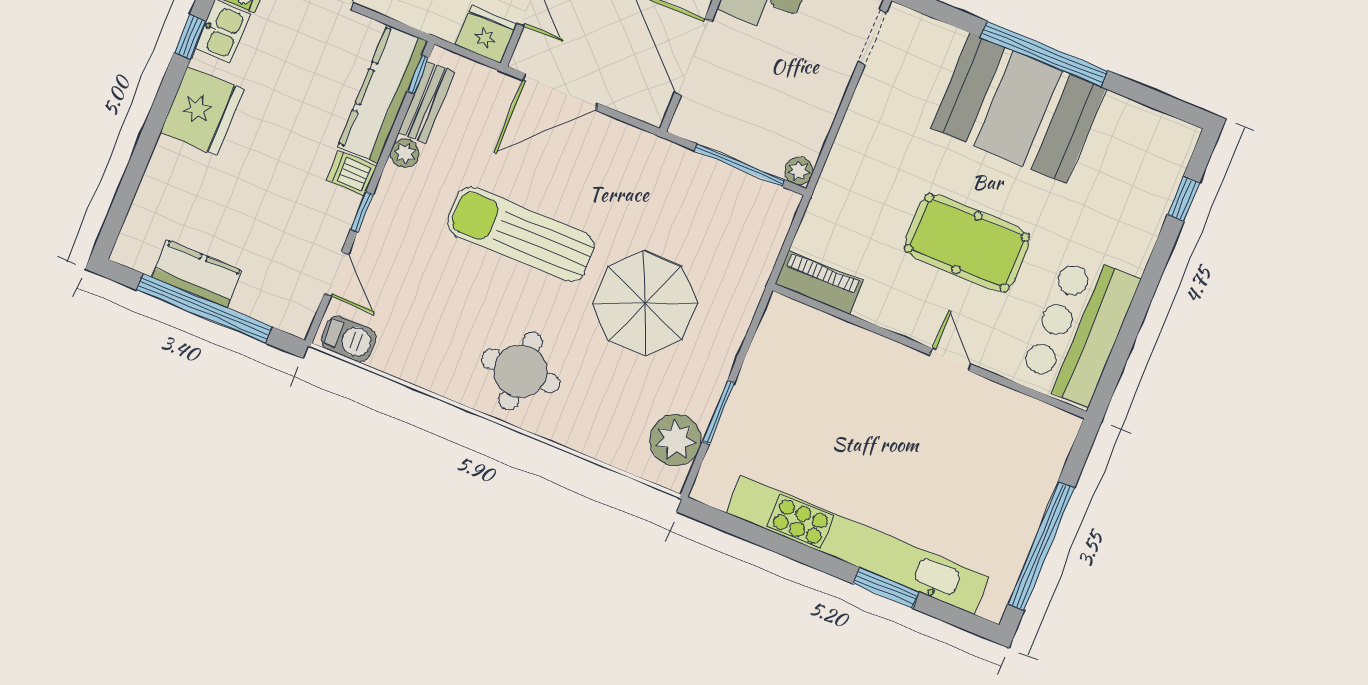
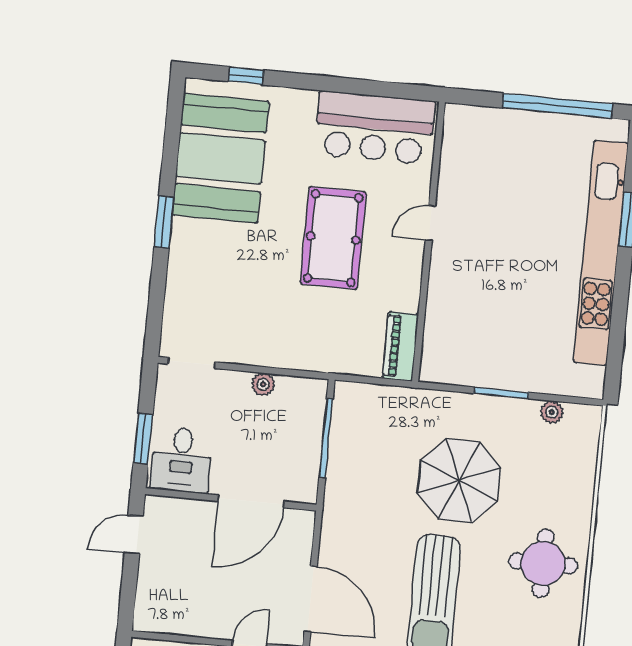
window: (1044, 54) -> (164, 222), width x0.47
booth: (1018, 108) -> (220, 158), moved
plant: (799, 171) -> (263, 384), moved
window: (718, 413) -> (501, 393), moved
plant: (676, 440) -> (552, 412), width x0.53, depth x0.53

